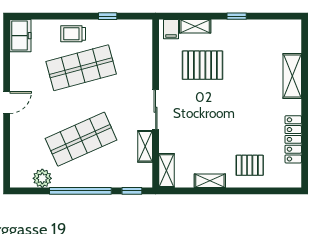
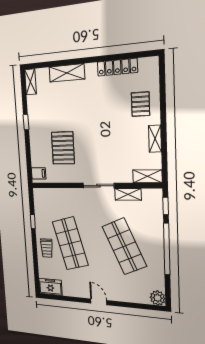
shelving: (195, 26) -> (30, 82), moved
plant: (42, 178) -> (158, 298), moved

